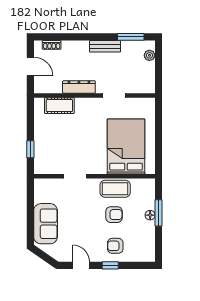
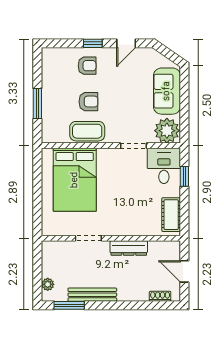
bench: (105, 46) -> (92, 295), width x1.36
cot: (59, 106) -> (171, 215), moved, turned 90
desk: (48, 159) -> (164, 166), added
plant: (46, 189) -> (167, 131), added
armchair: (114, 215) -> (88, 102), turned 180
floor lamp: (150, 215) -> (47, 101), removed
door: (81, 265) -> (126, 43), hinge flipped

